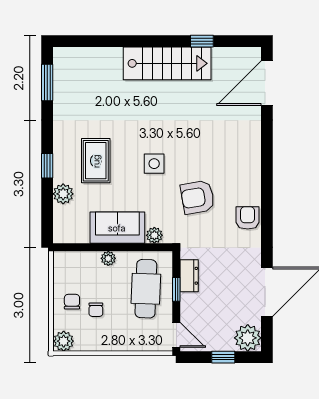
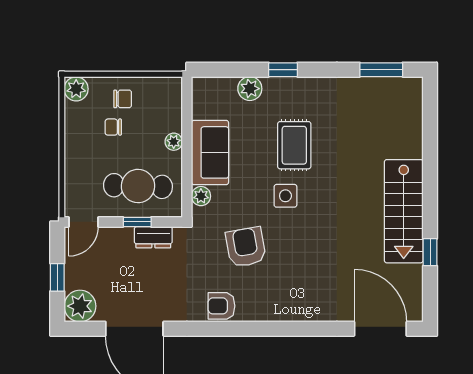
rug: (96, 161) -> (294, 145), moved, turned 90
armchair: (248, 218) -> (221, 306), turned 180

